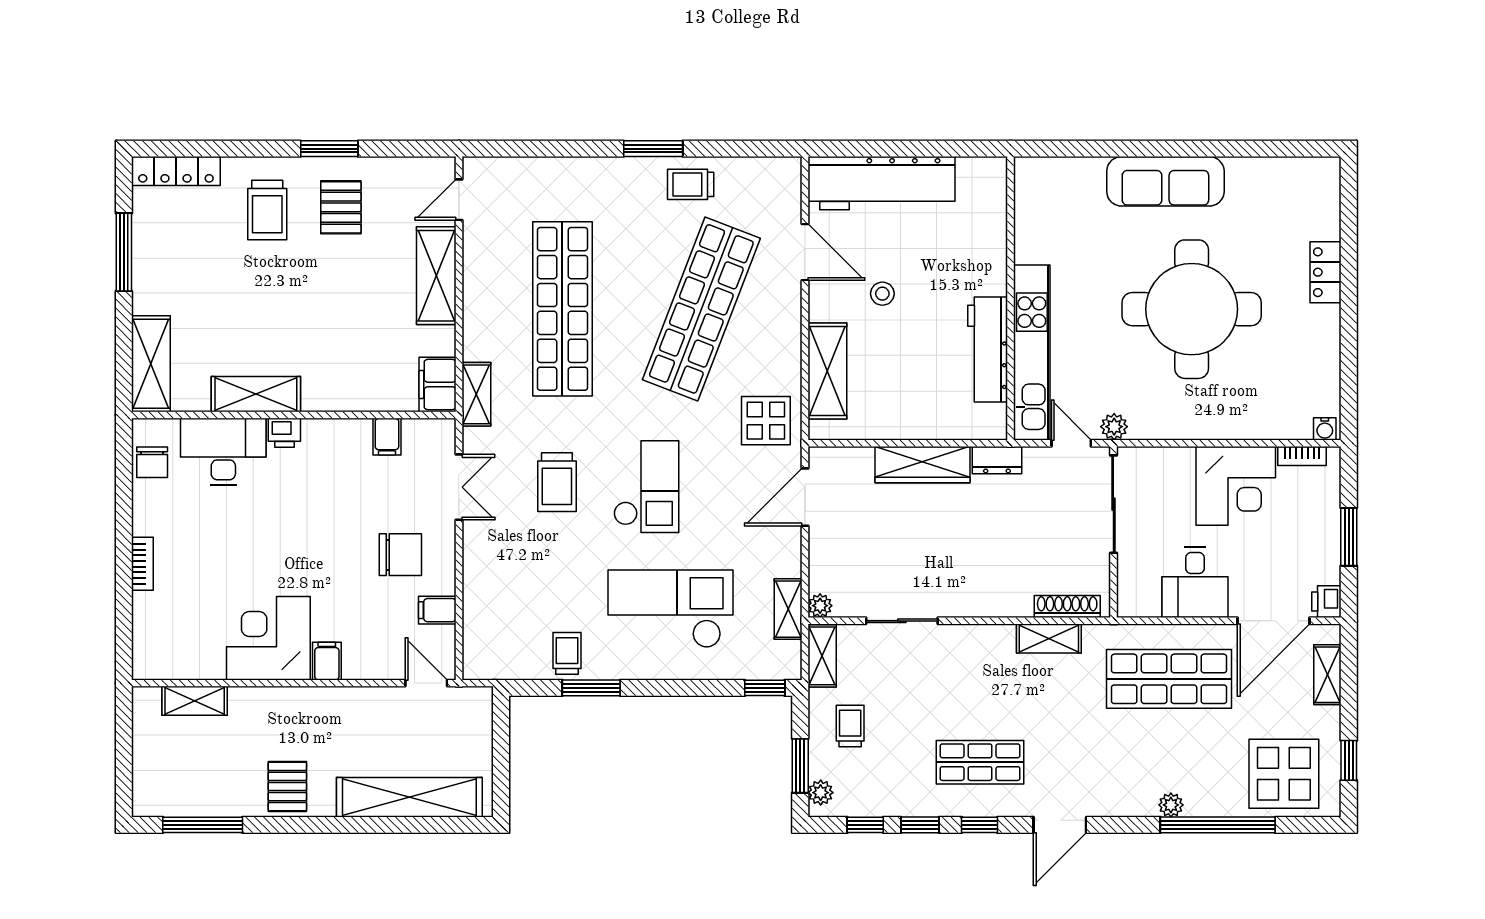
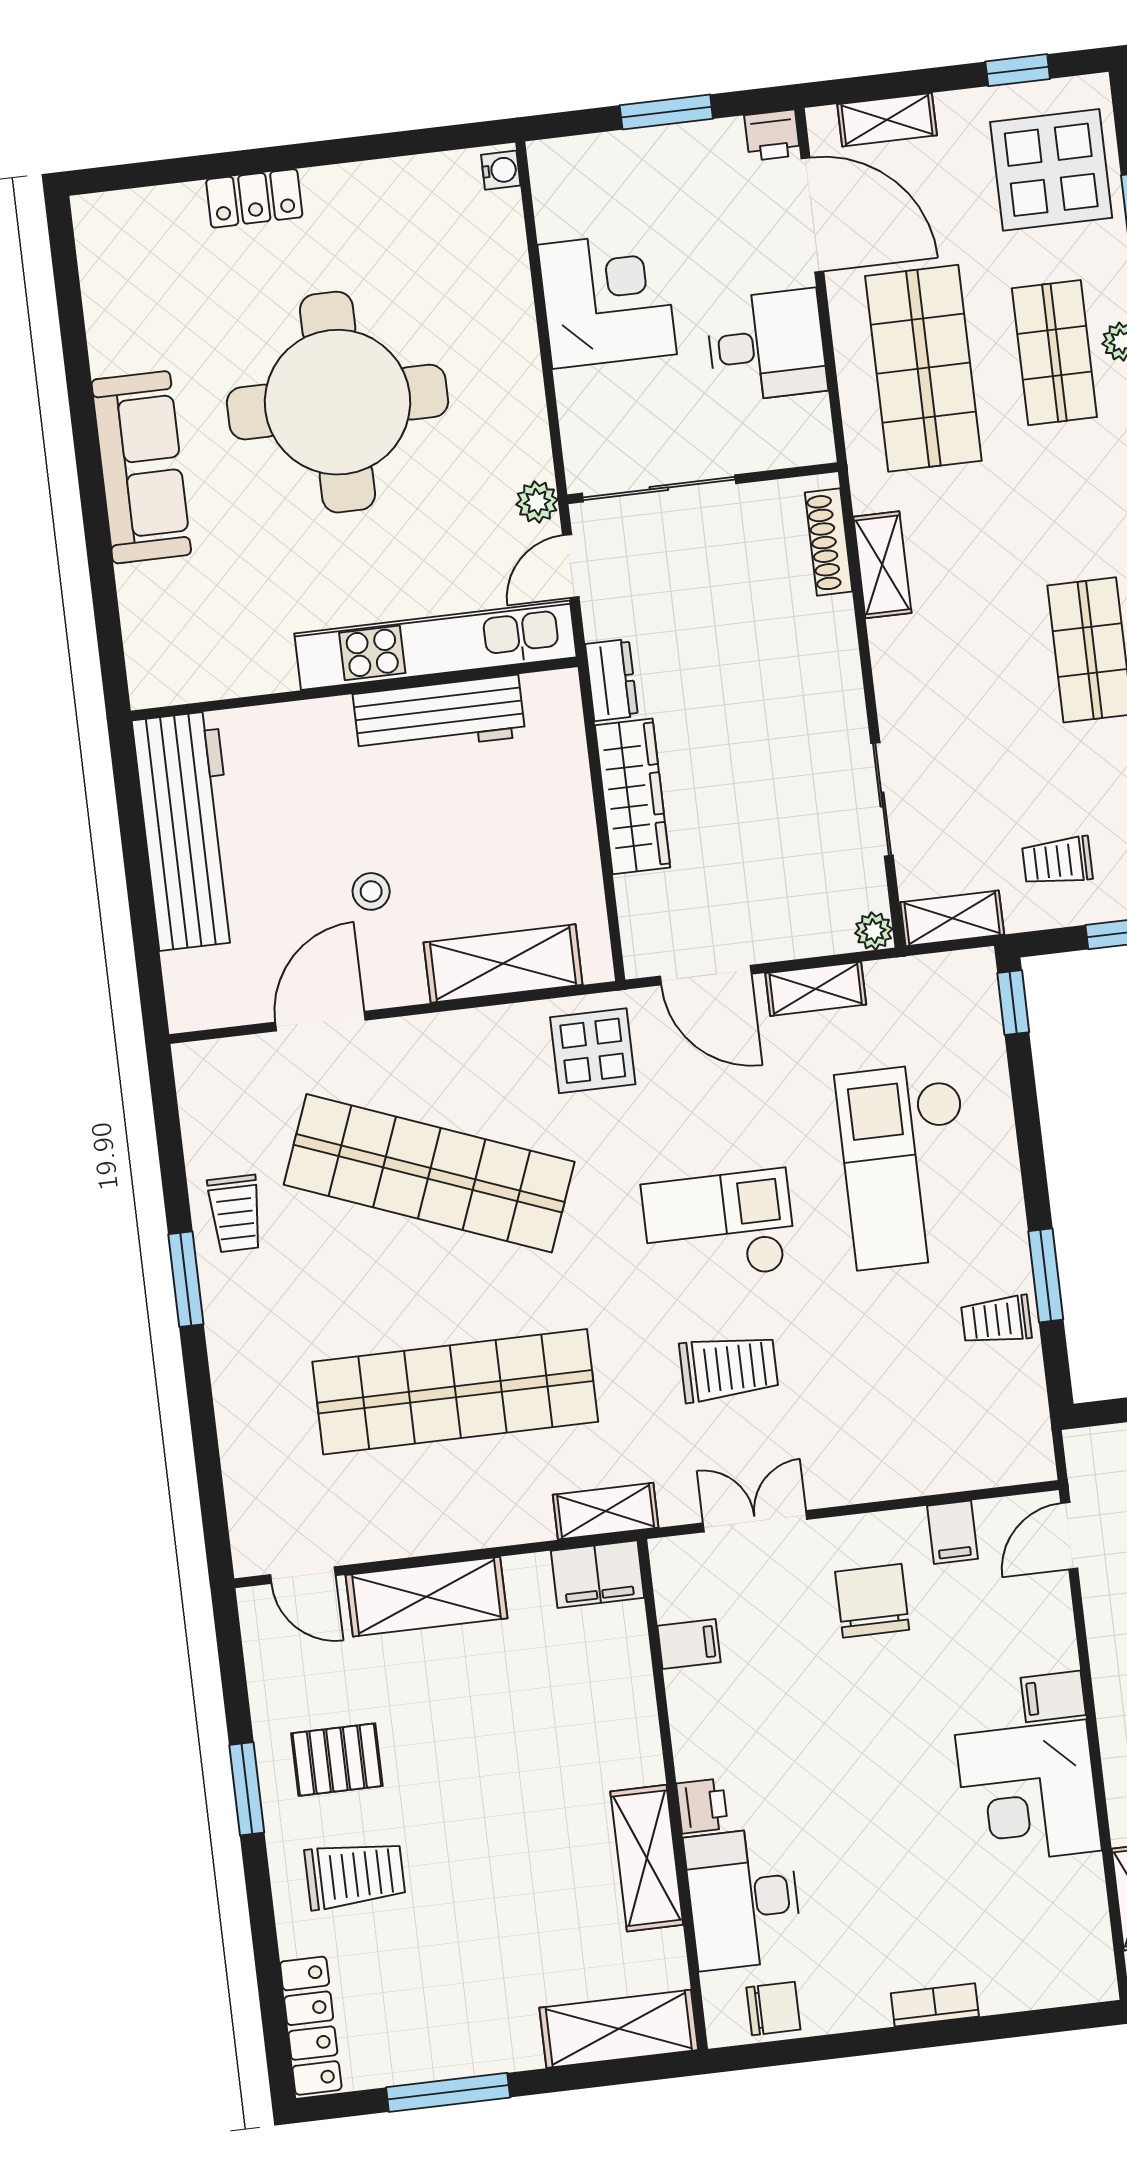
workbench: (881, 183) -> (188, 831), moved
bookcase: (1302, 456) -> (548, 201), removed
shelving: (788, 609) -> (816, 989), moved
shop shelf: (1169, 762) -> (1054, 353), added

